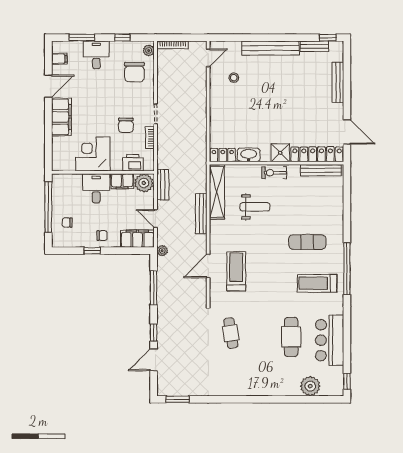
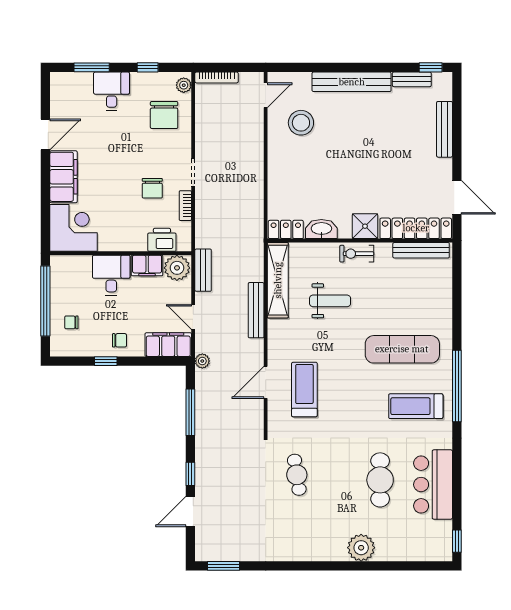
filing cabinet: (59, 59) -> (60, 97), removed
stool: (234, 78) -> (301, 123), width x1.89, depth x1.89
corner desk: (93, 154) -> (73, 228), moved, turned 90
exercise mat: (307, 242) -> (402, 349), width x1.36, depth x1.45
plant: (310, 386) -> (361, 548), moved

